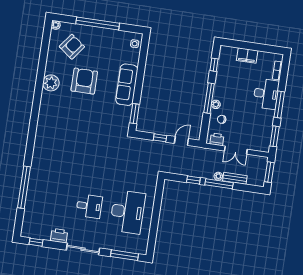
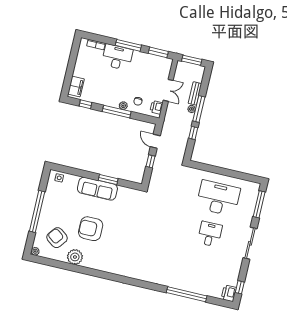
filing cabinet: (247, 55) -> (76, 86), moved
plant: (51, 83) -> (75, 257), moved
window: (135, 114) -> (108, 179), moved
printer: (59, 236) -> (229, 293), moved

